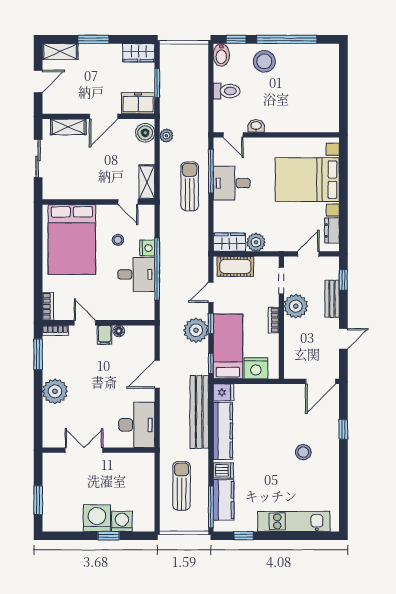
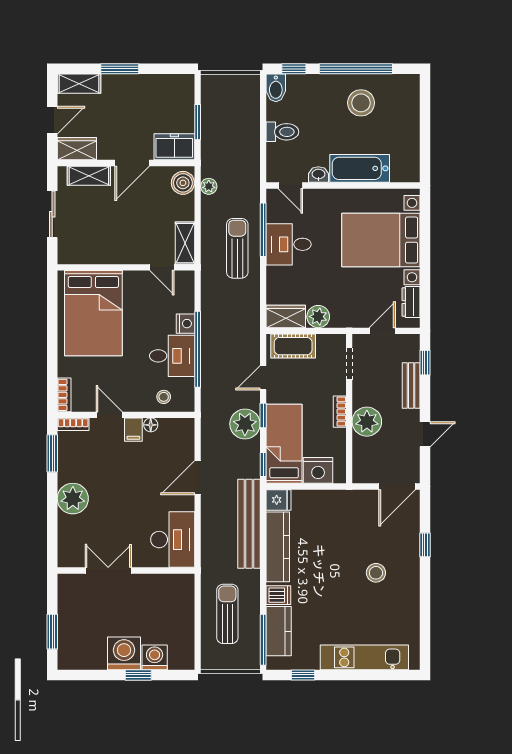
wardrobe: (139, 53) -> (77, 149), moved, turned 180
stool: (264, 61) -> (361, 103), moved
bathtub: (290, 121) -> (360, 168), added
stool: (118, 240) -> (164, 397), moved
plant: (296, 306) -> (367, 422), moved

